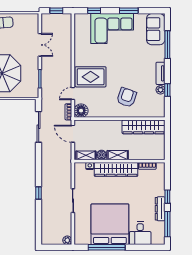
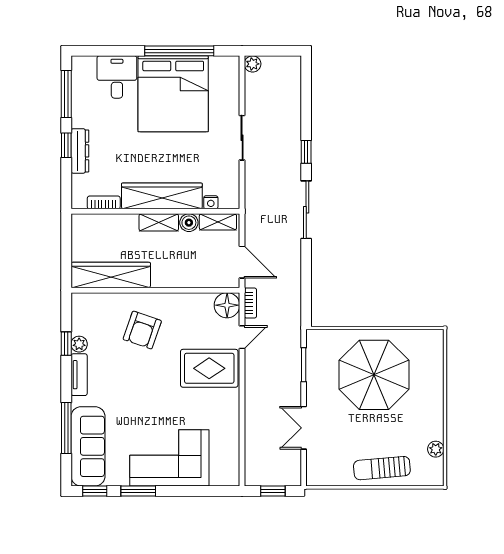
window: (94, 11) -> (95, 491), moved
sofa: (156, 29) -> (88, 446), width x1.36
sliding door: (39, 127) -> (306, 210), moved
dresser: (160, 209) -> (80, 151), moved

